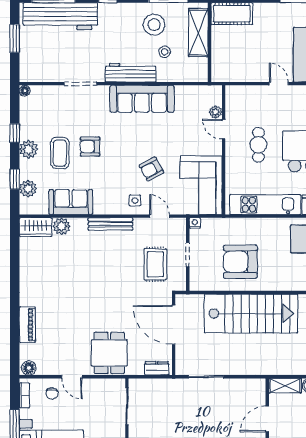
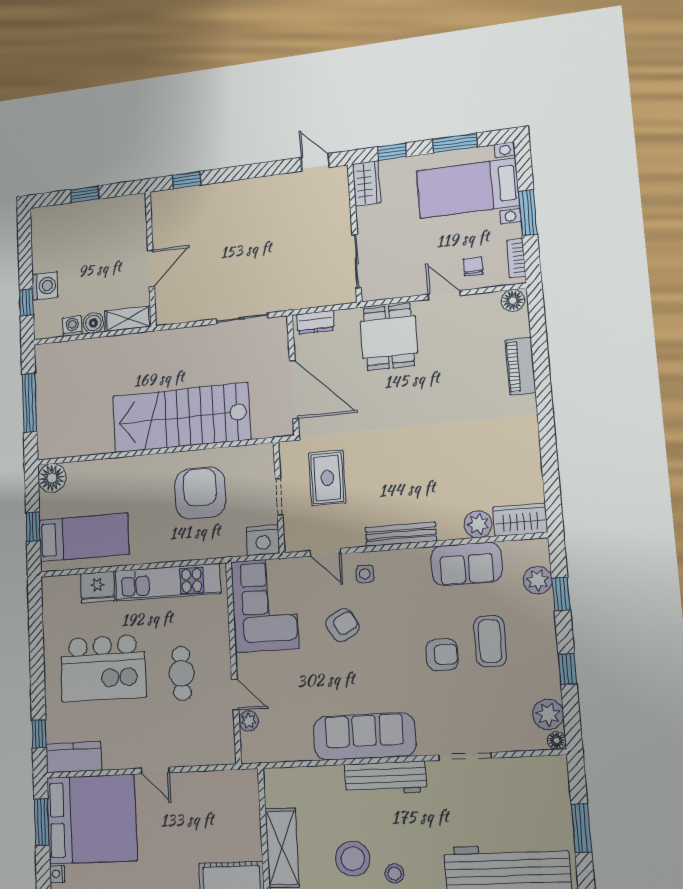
stool: (165, 52) -> (395, 874), moved
plant: (29, 149) -> (548, 714), moved
nightstand: (195, 223) -> (263, 540), width x1.89, depth x1.79
armchair: (240, 262) -> (200, 493), turned -90

